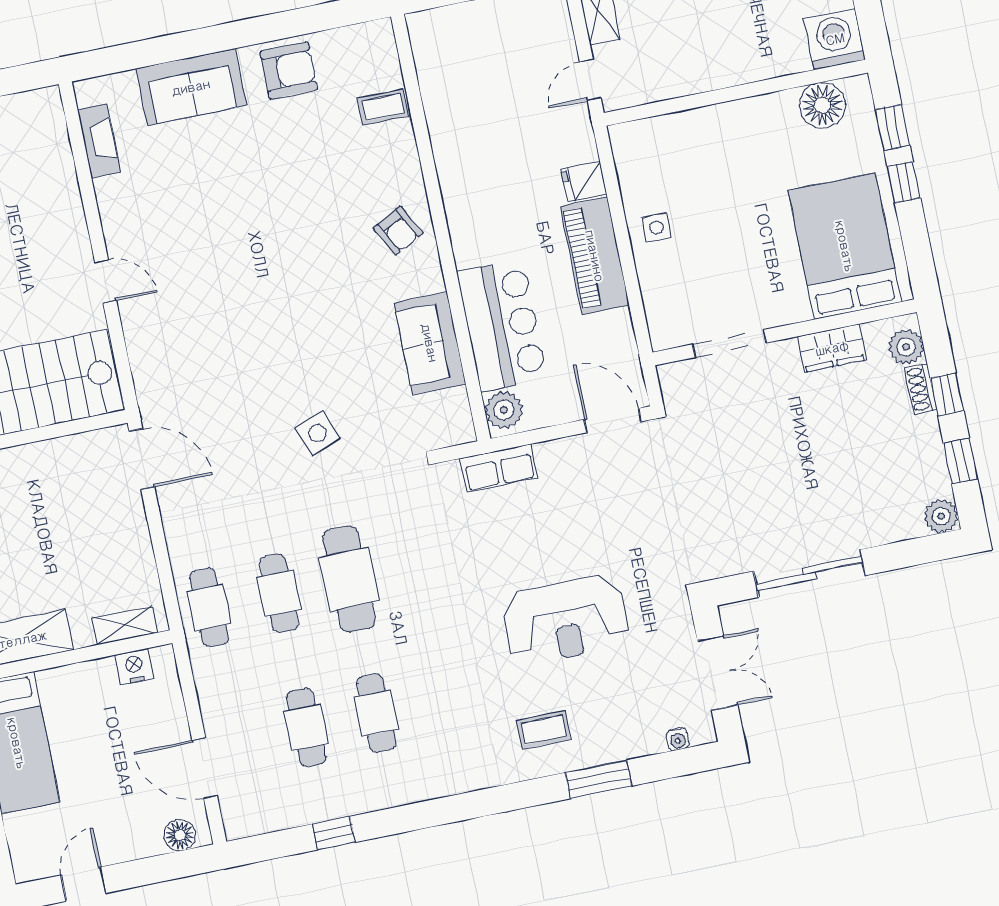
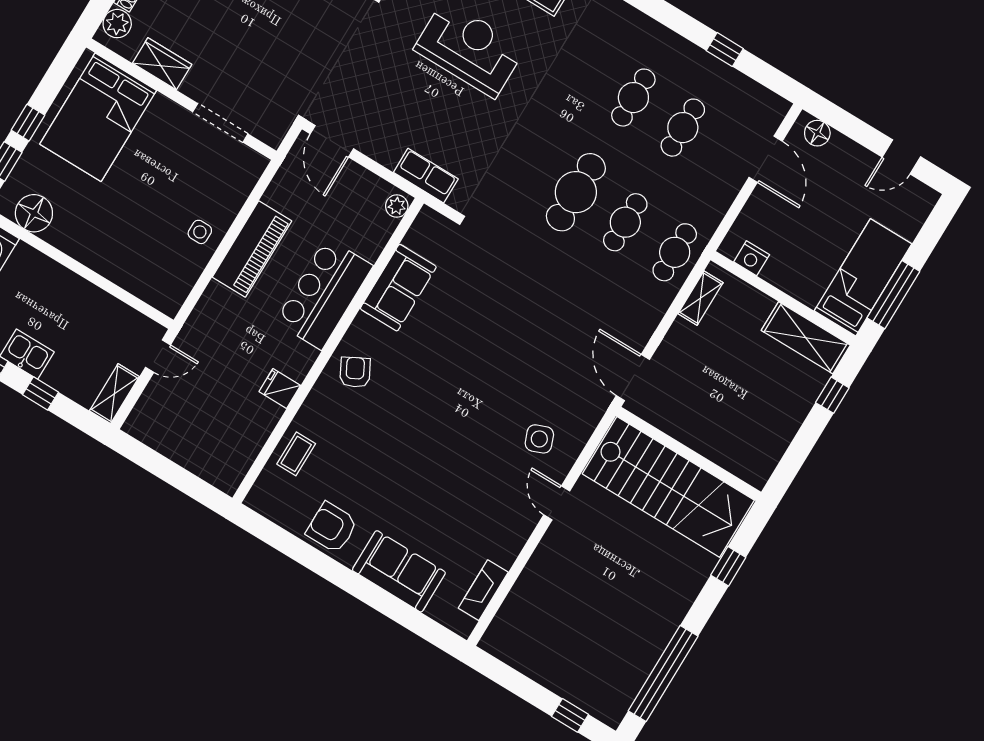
coffee table: (383, 107) -> (296, 454), turned 90
fridge: (584, 182) -> (280, 389), moved, turned 180
bar counter: (502, 325) -> (324, 294), moved
plant: (504, 410) -> (397, 206), width x0.73, depth x0.73
side table: (318, 433) -> (539, 439), moved
shelving: (125, 625) -> (701, 298), moved, turned 90

